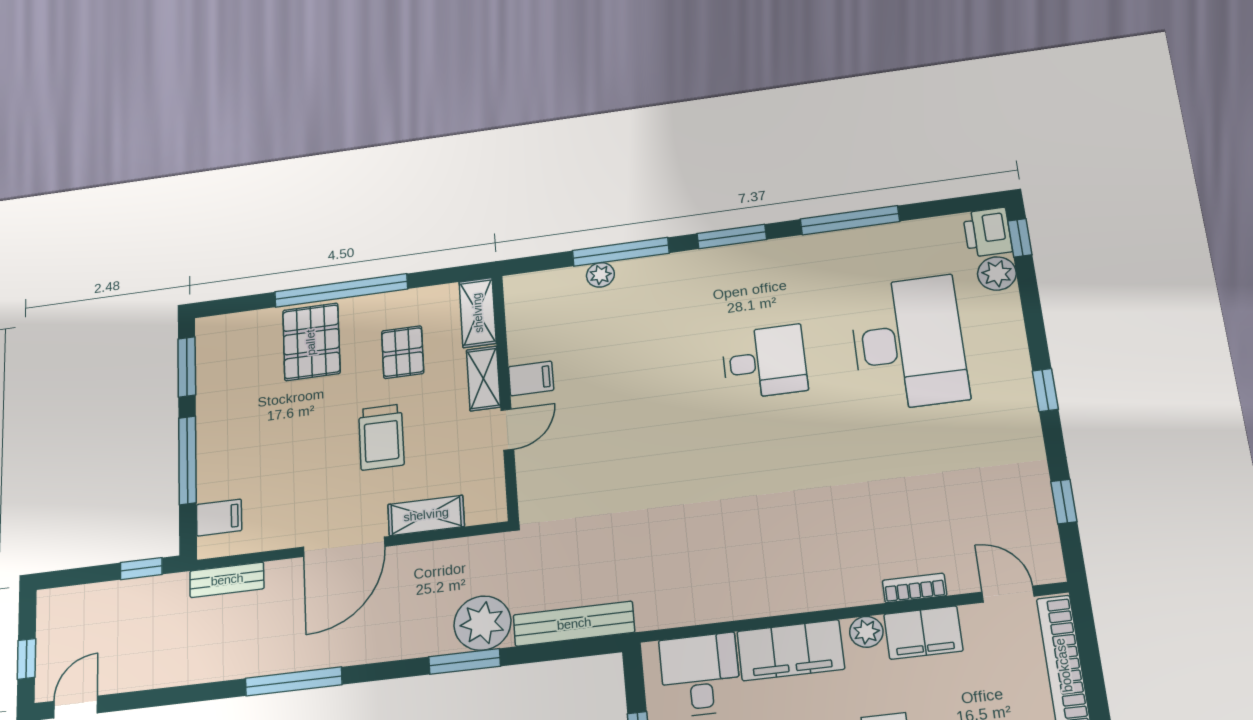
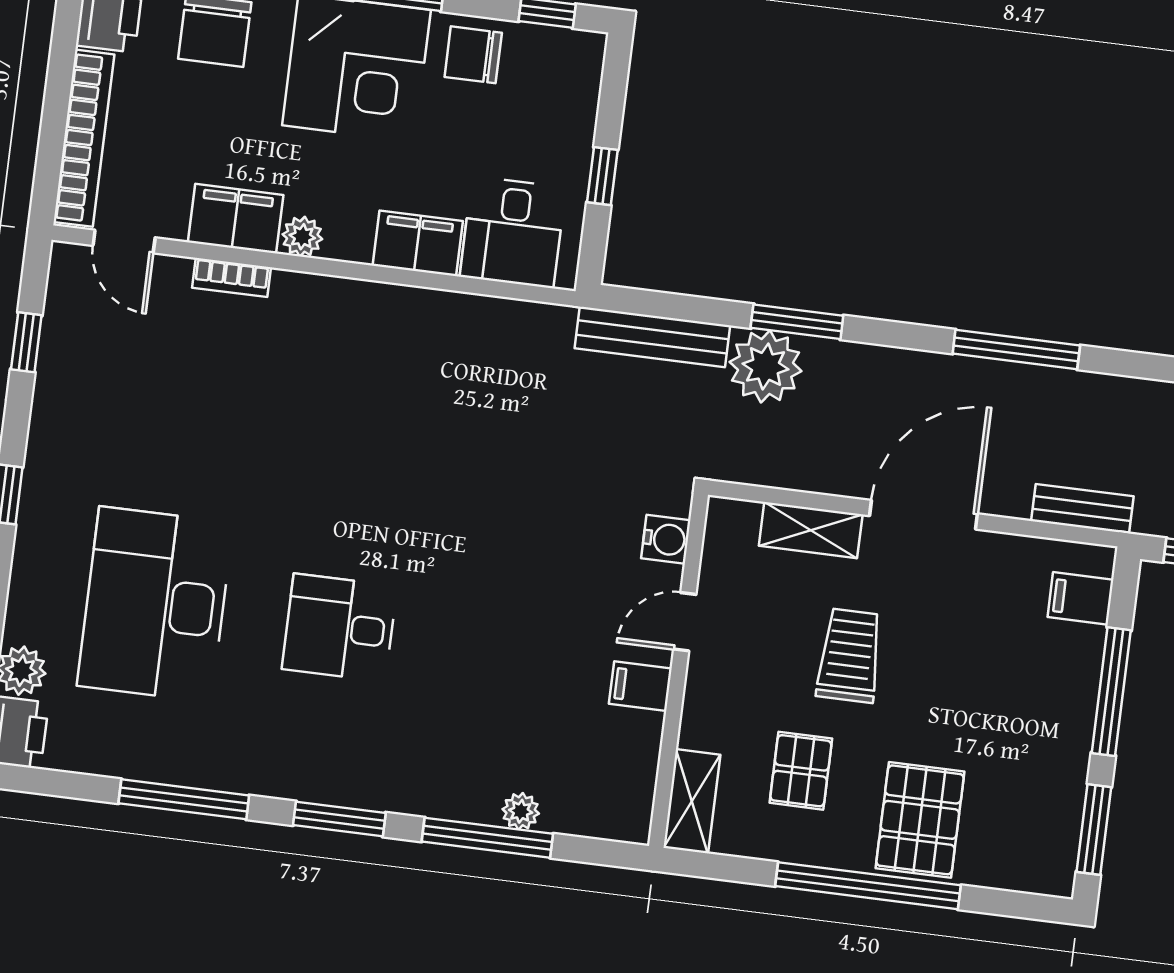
shelving: (483, 378) -> (702, 703), removed
water cooler: (533, 483) -> (666, 539), added
filing cabinet: (791, 650) -> (418, 243), width x0.67, depth x0.86

